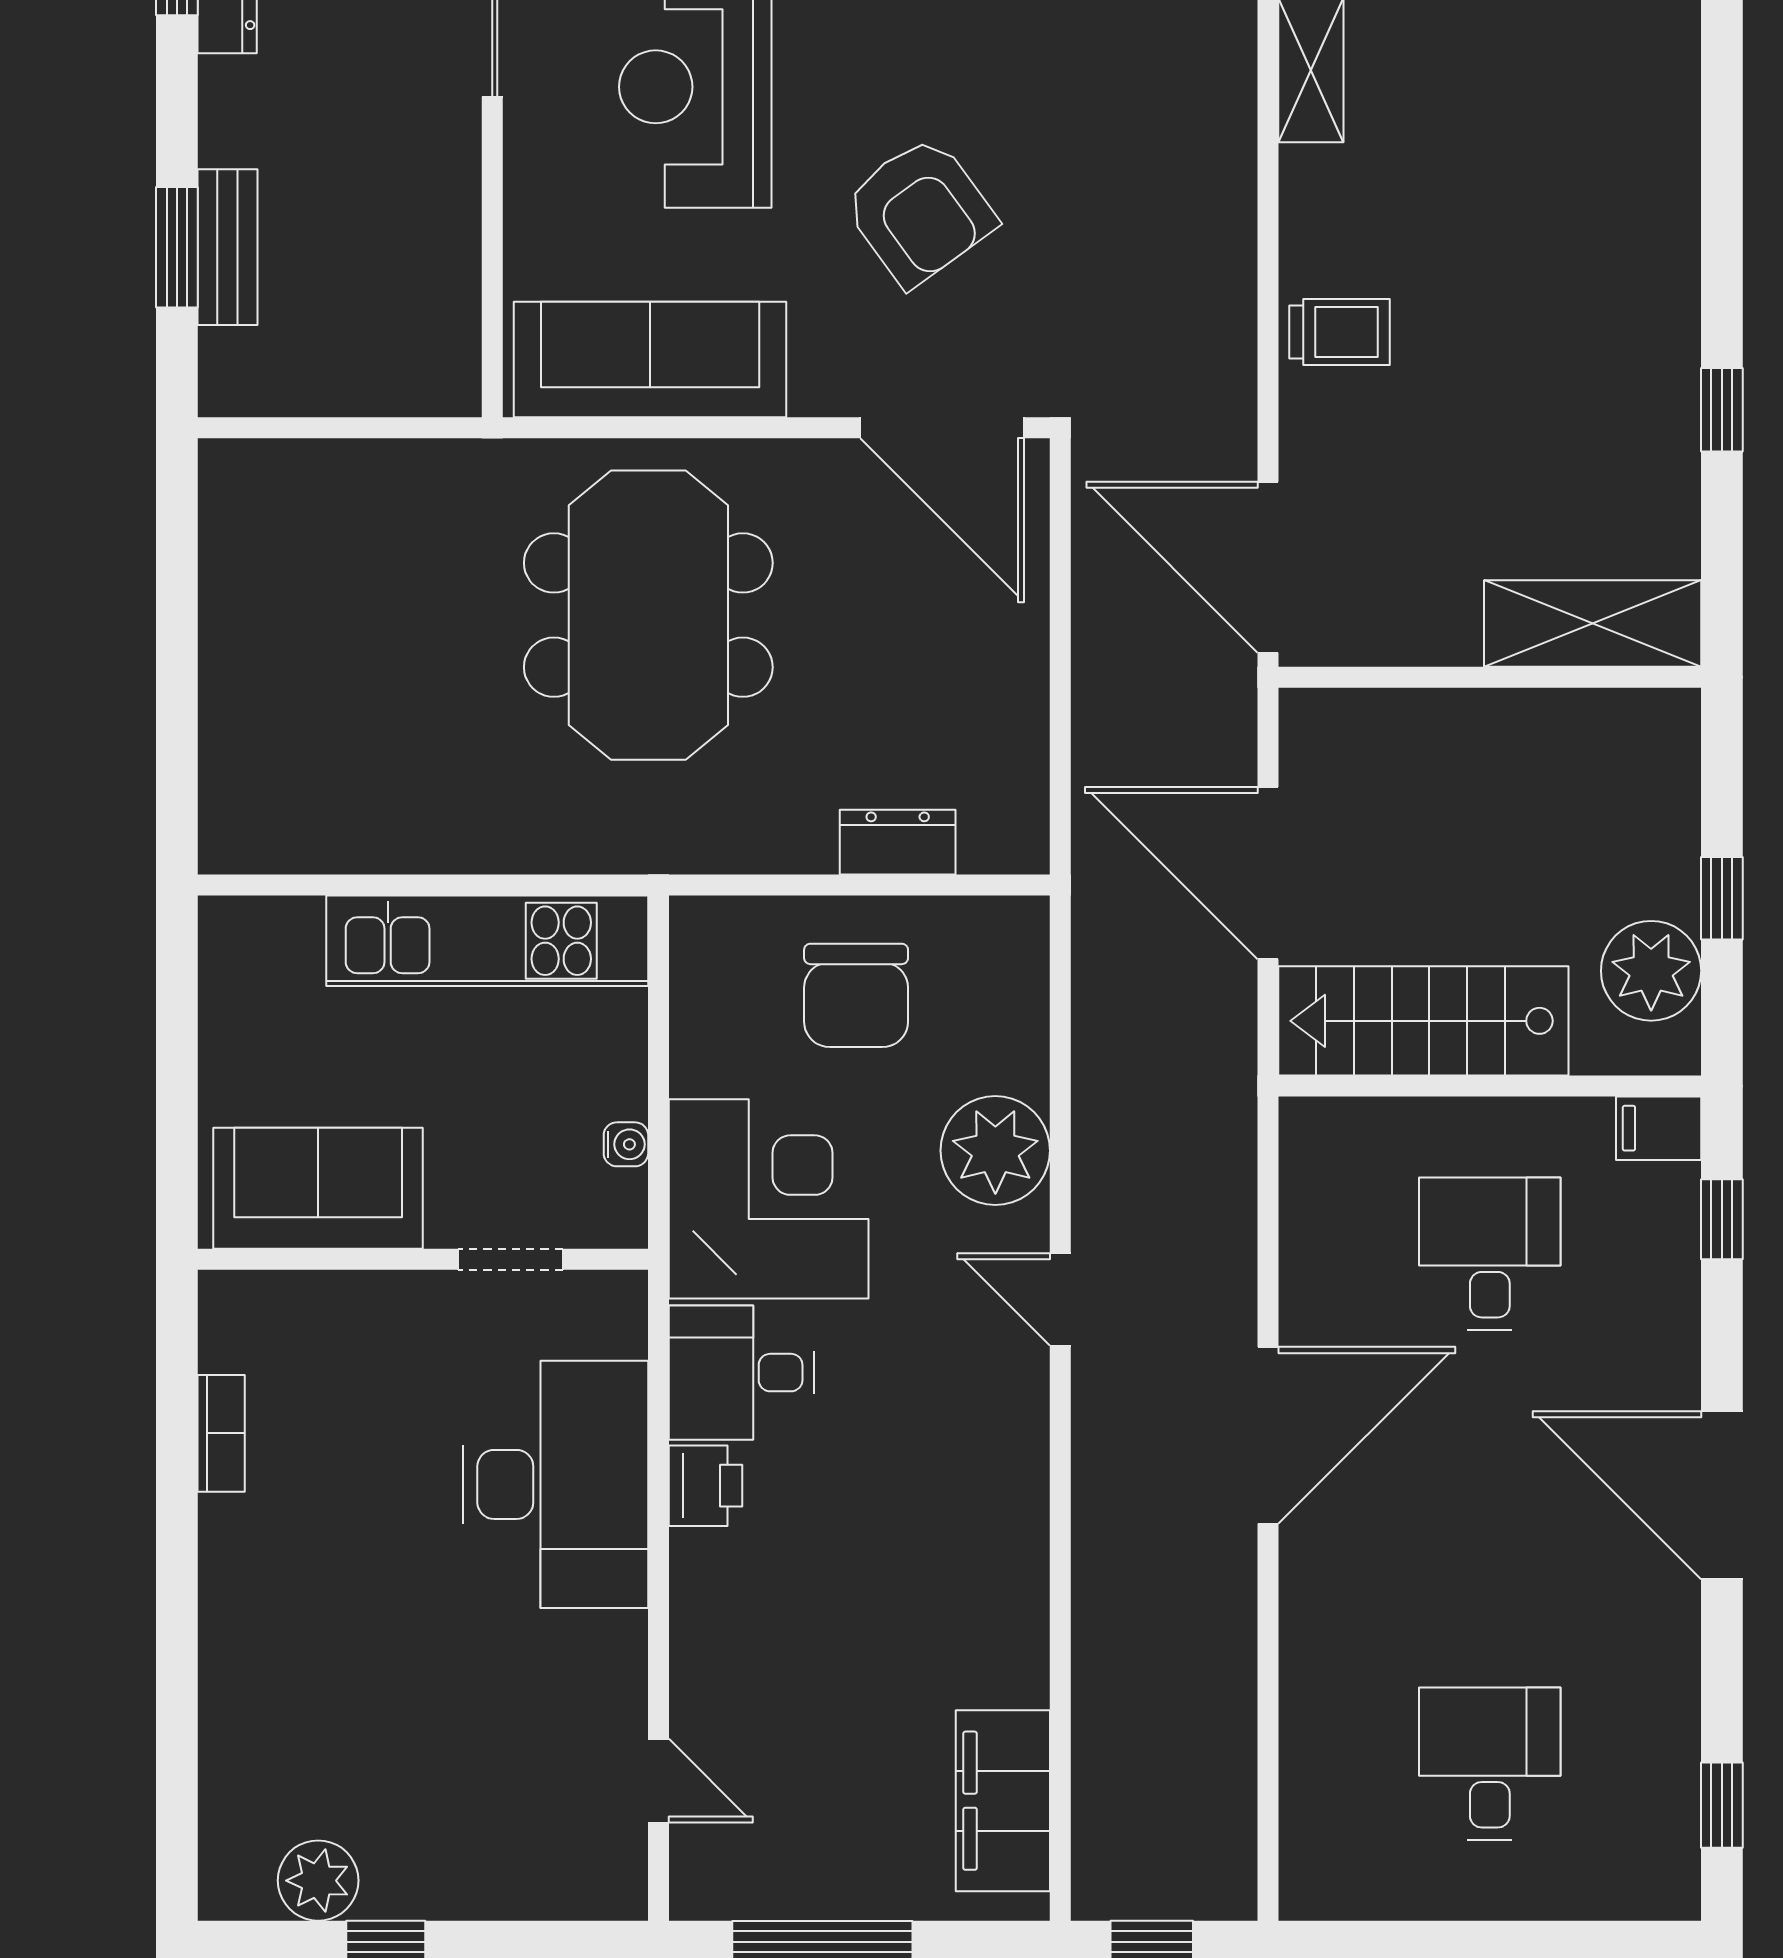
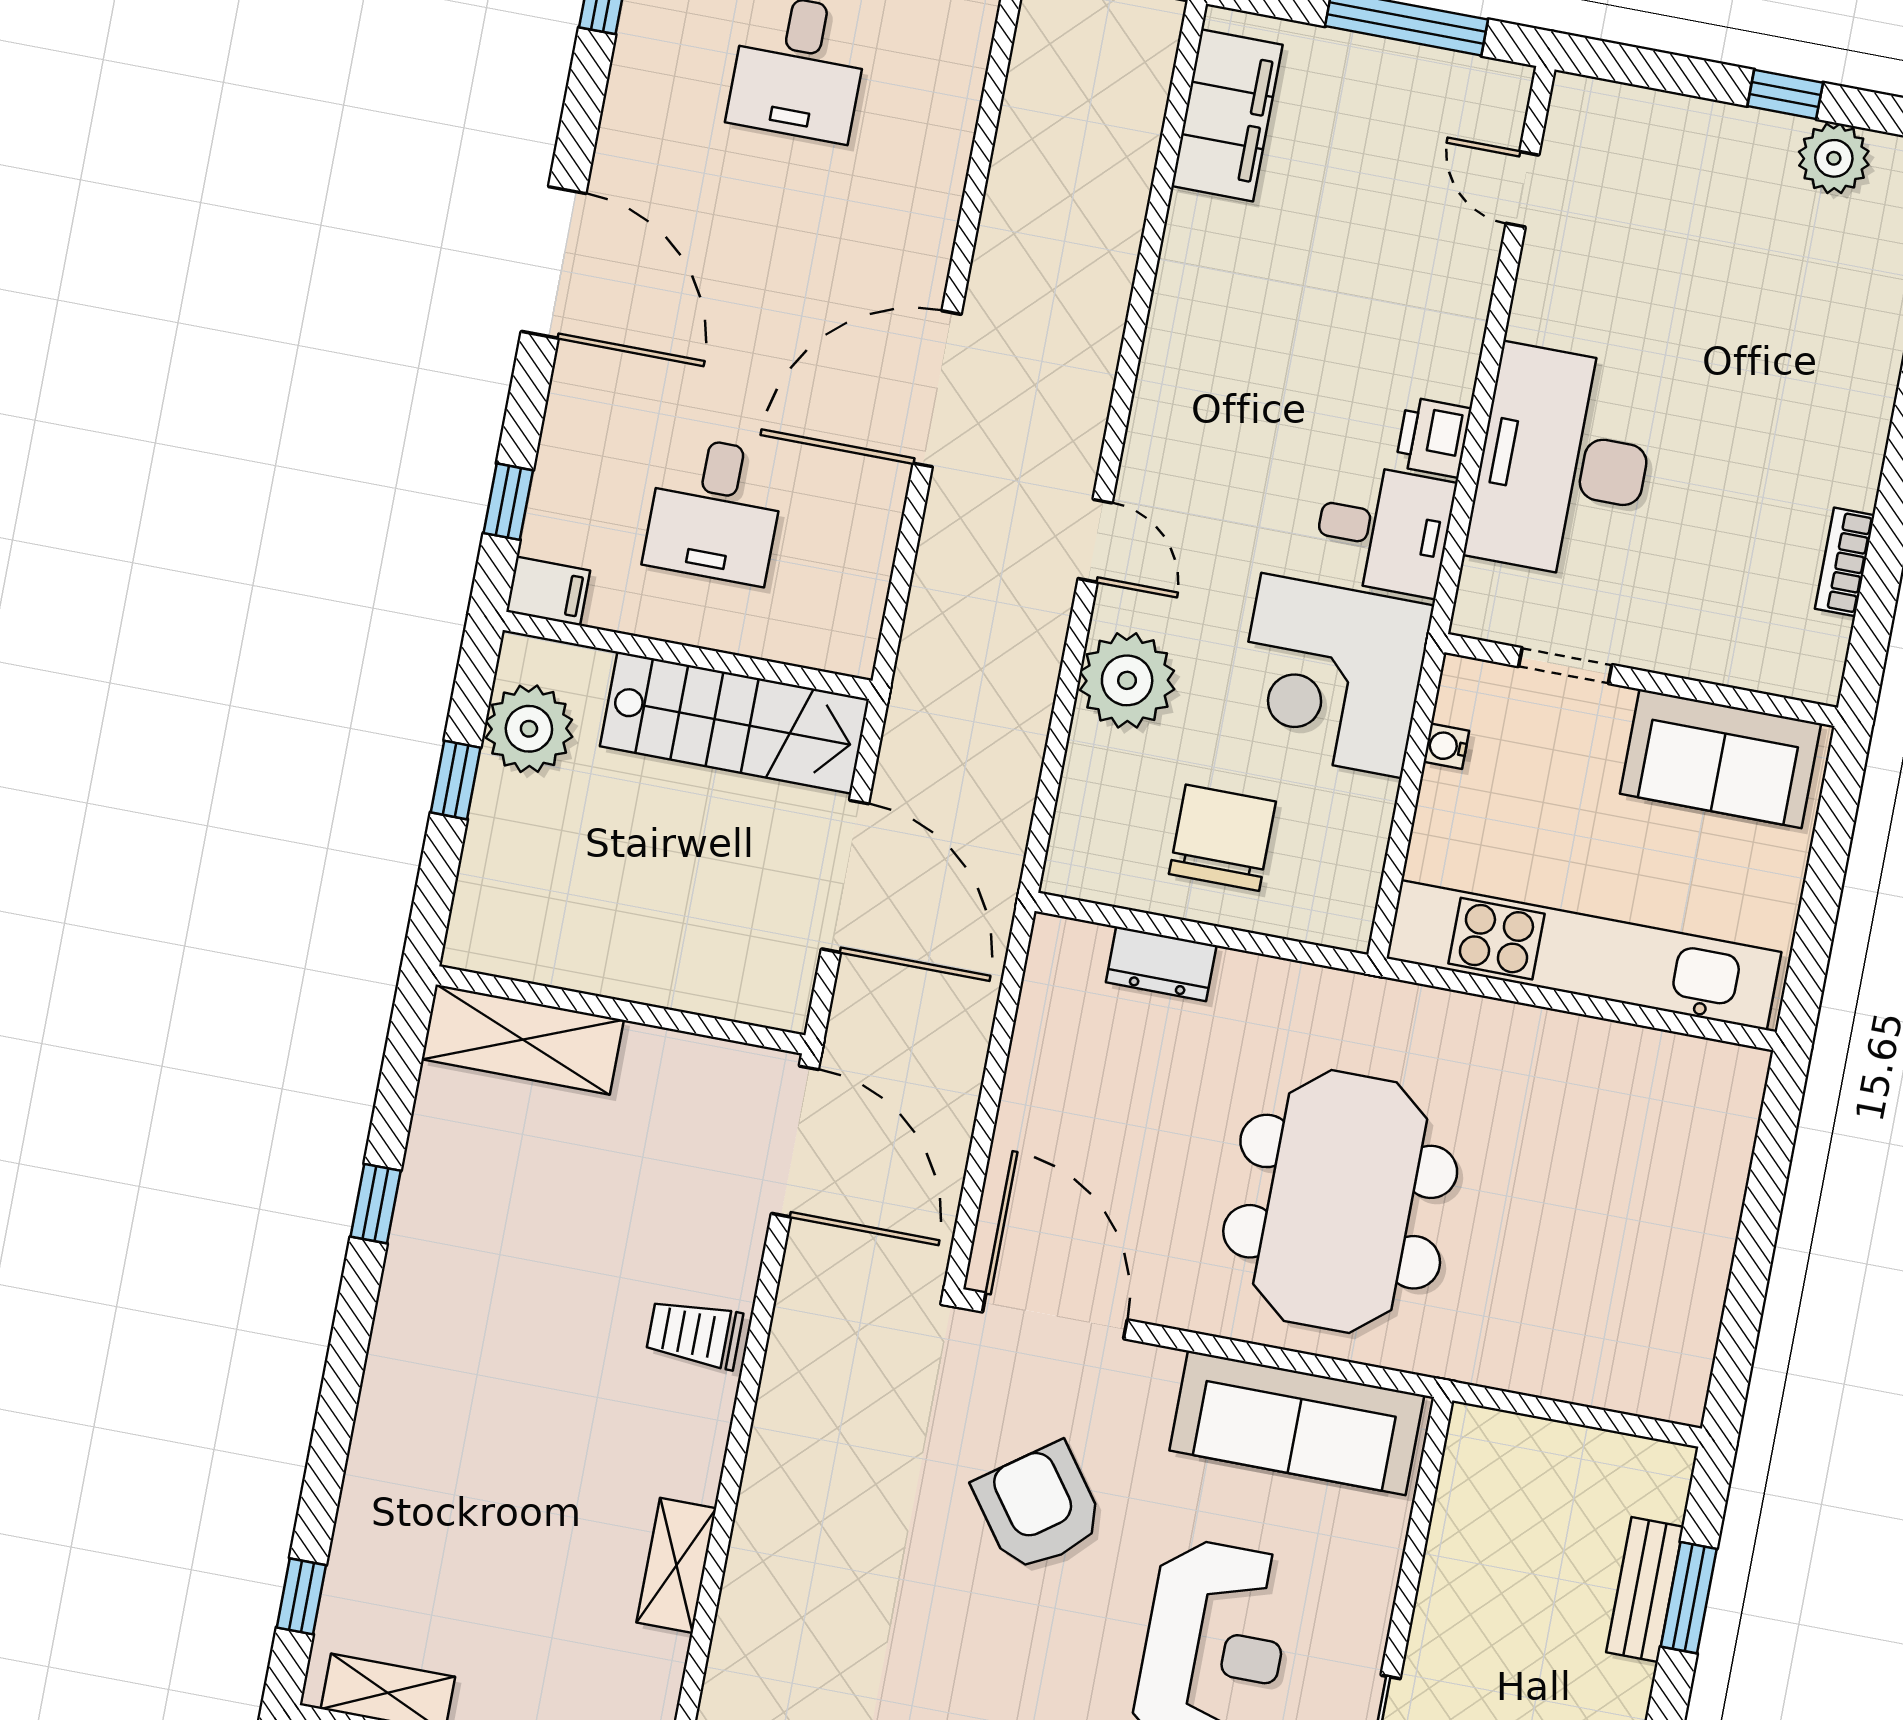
kitchen unit: (487, 941) -> (1584, 955), width x1.36

